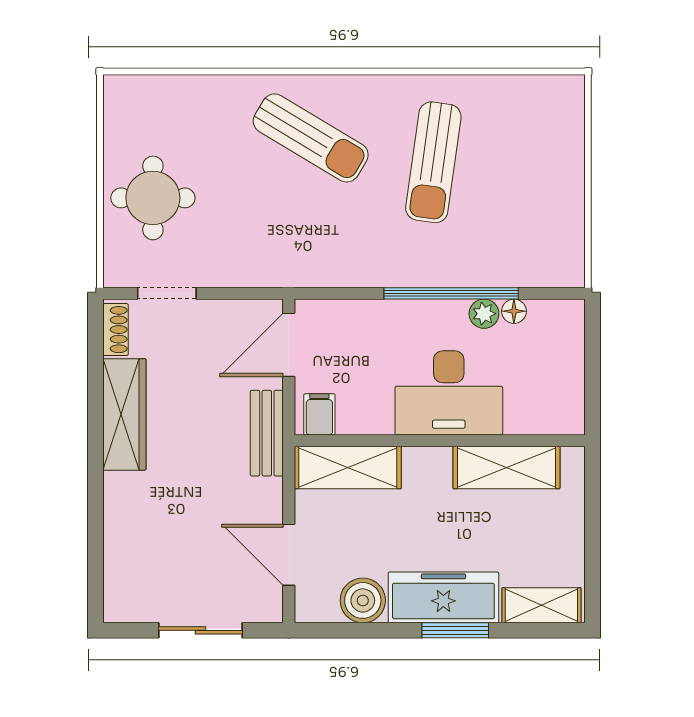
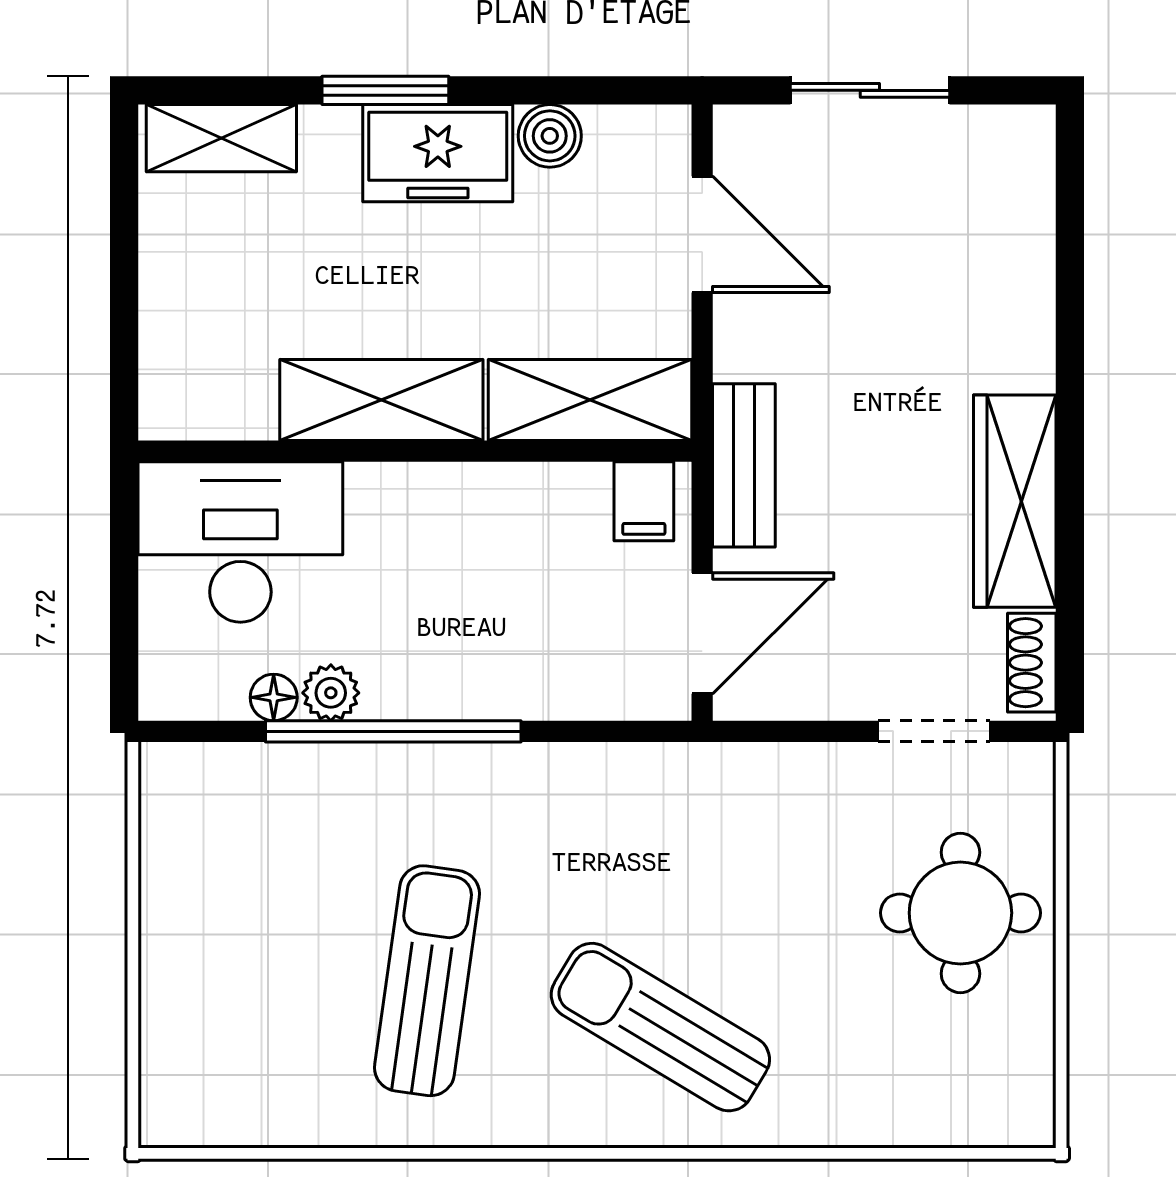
desk: (449, 393) -> (240, 542), moved
shelving: (506, 468) -> (381, 400), moved
freezer: (443, 597) -> (438, 153), width x0.71
boiler: (363, 600) -> (550, 136), width x0.73, depth x0.73

